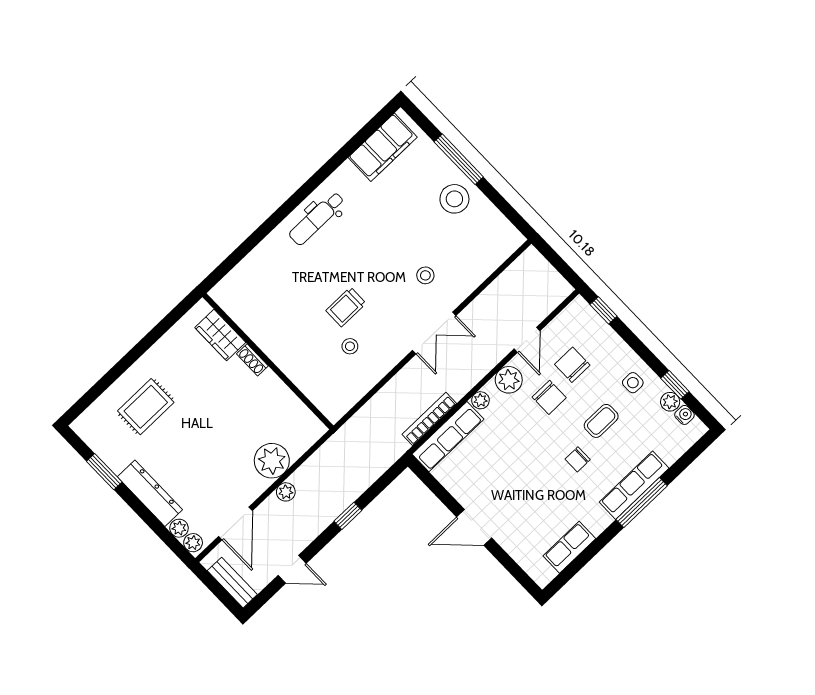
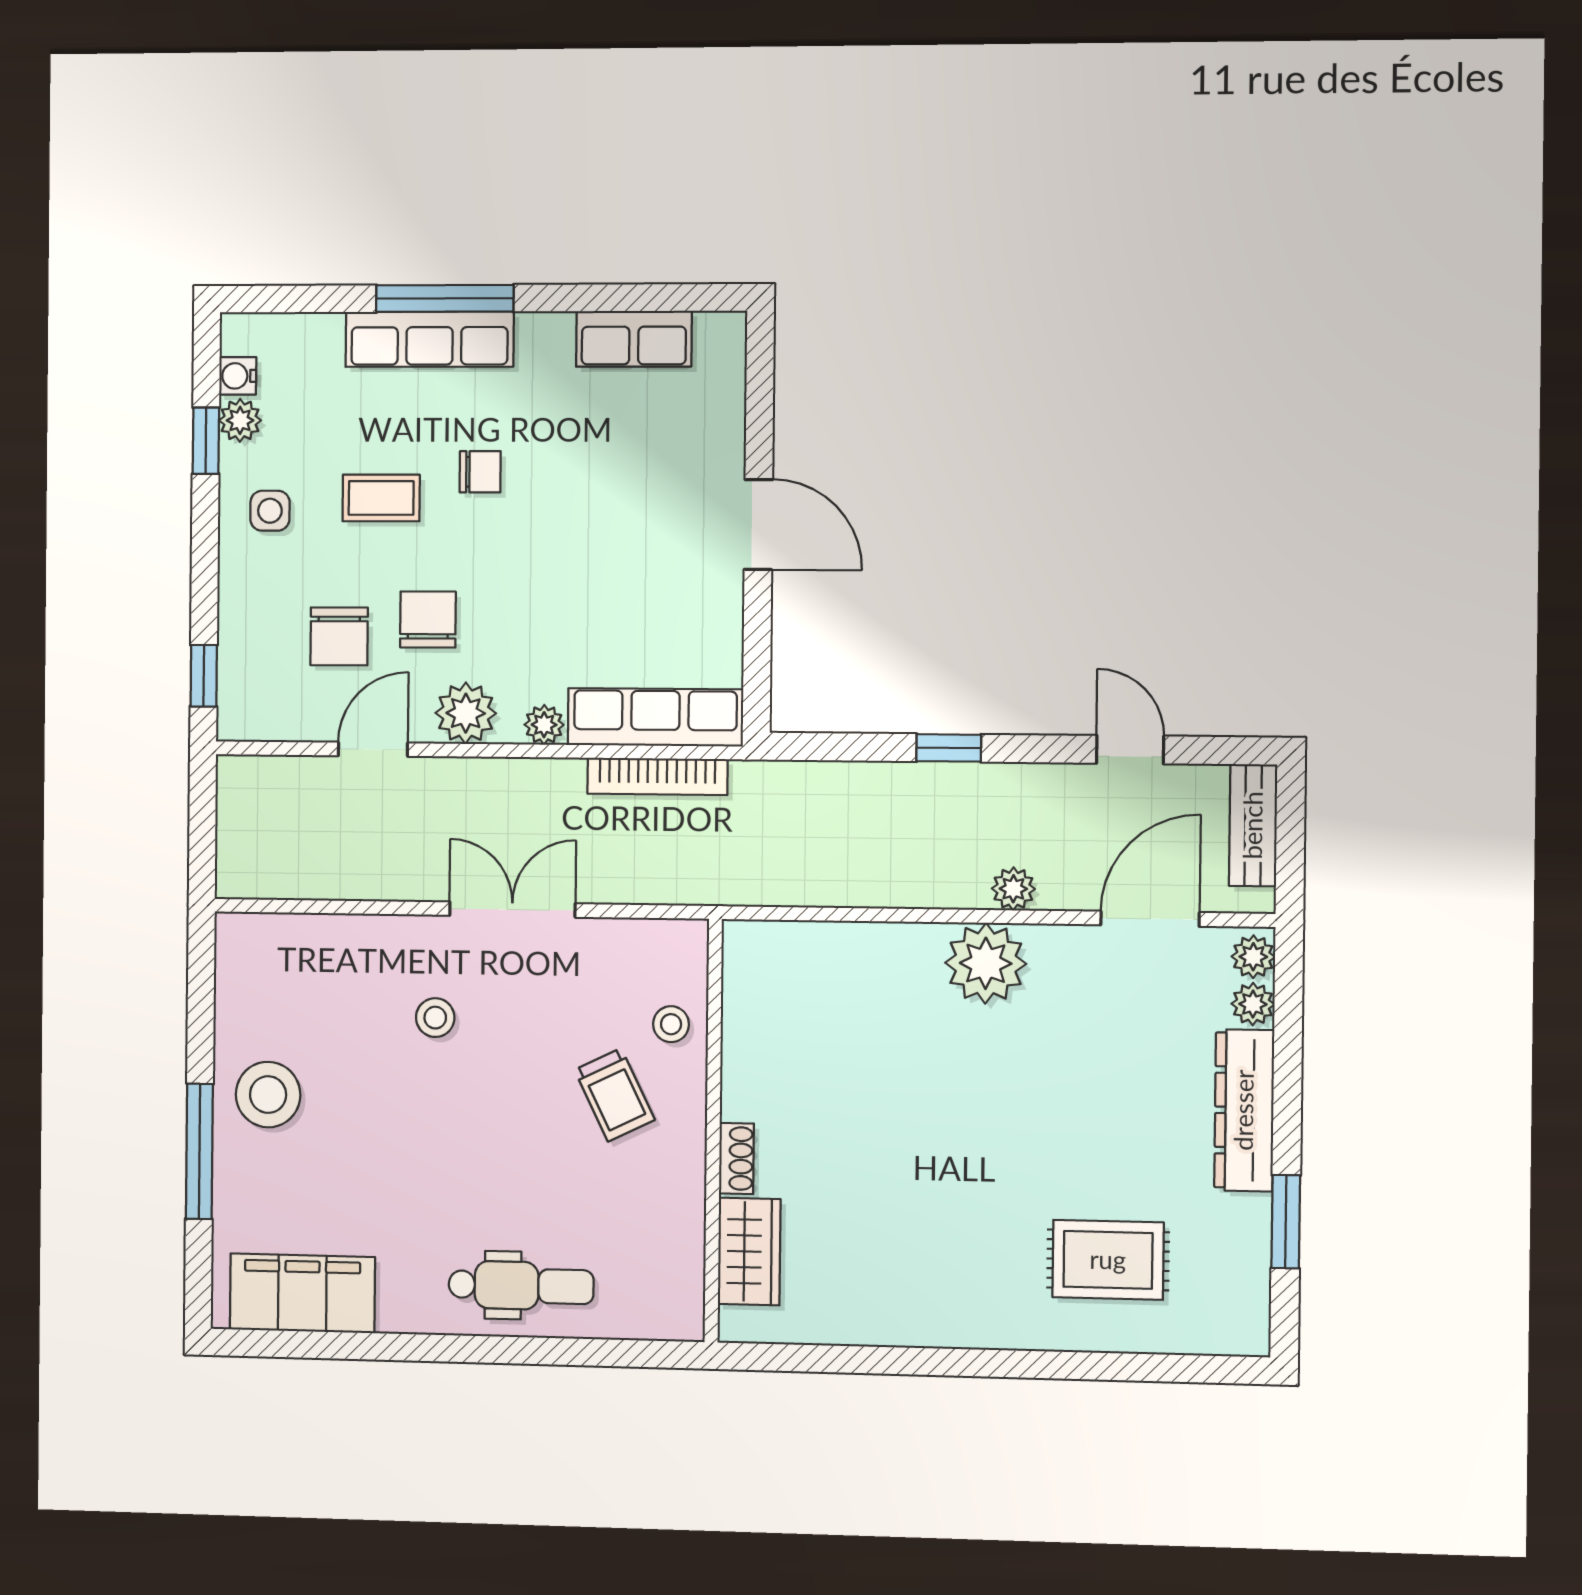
trolley: (346, 307) -> (615, 1095), turned 64
wardrobe: (220, 335) -> (749, 1251), moved
shoe rack: (252, 360) -> (736, 1158), moved
wall: (268, 361) -> (713, 1131), moved

